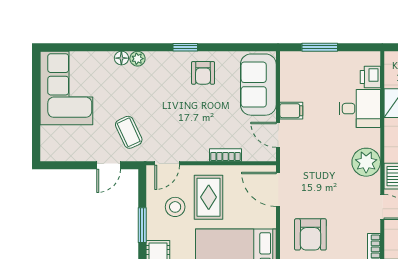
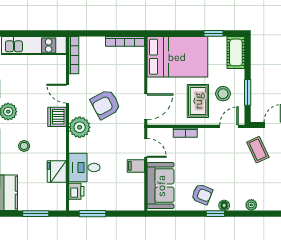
window: (320, 47) -> (93, 214), moved
floor lamp: (121, 58) -> (224, 205), moved
armchair: (203, 73) -> (202, 194), turned 112
door: (278, 189) -> (146, 107), hinge flipped
window: (142, 225) -> (248, 92), moved
armchair: (310, 234) -> (106, 104), moved, turned -118

